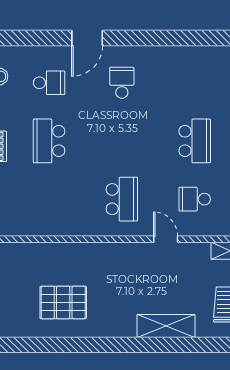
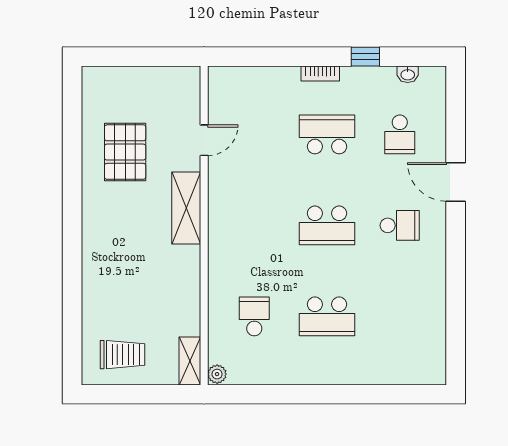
school desk: (122, 199) -> (327, 225), moved
door: (166, 239) -> (204, 140), moved
shelving: (166, 326) -> (186, 208), moved

